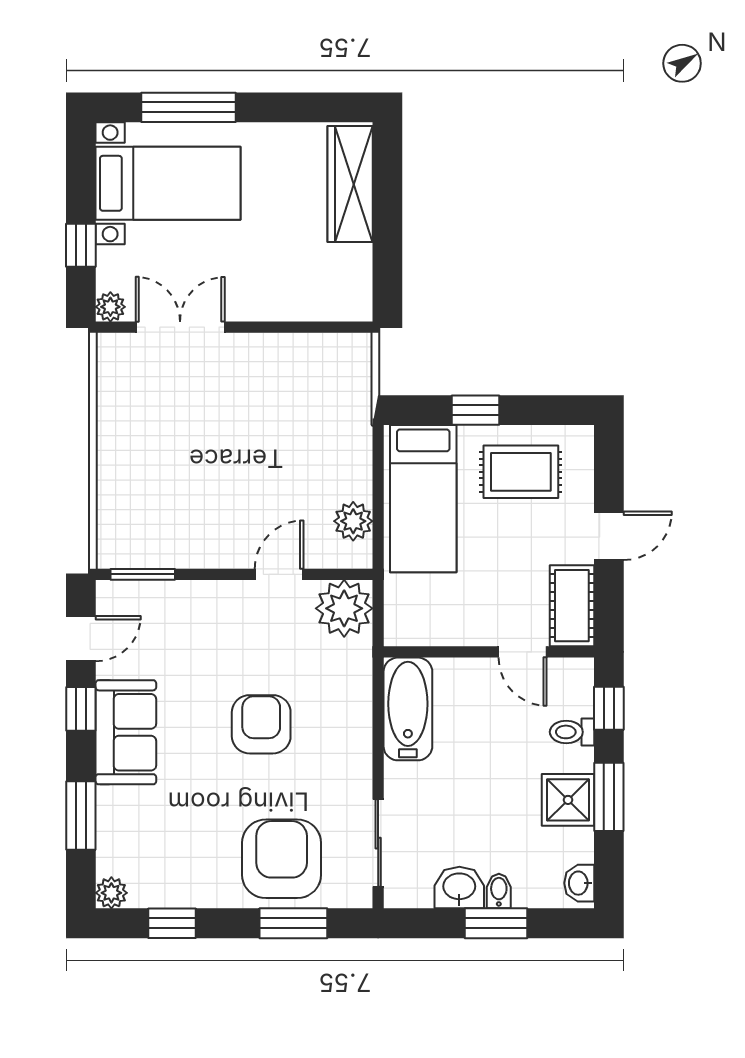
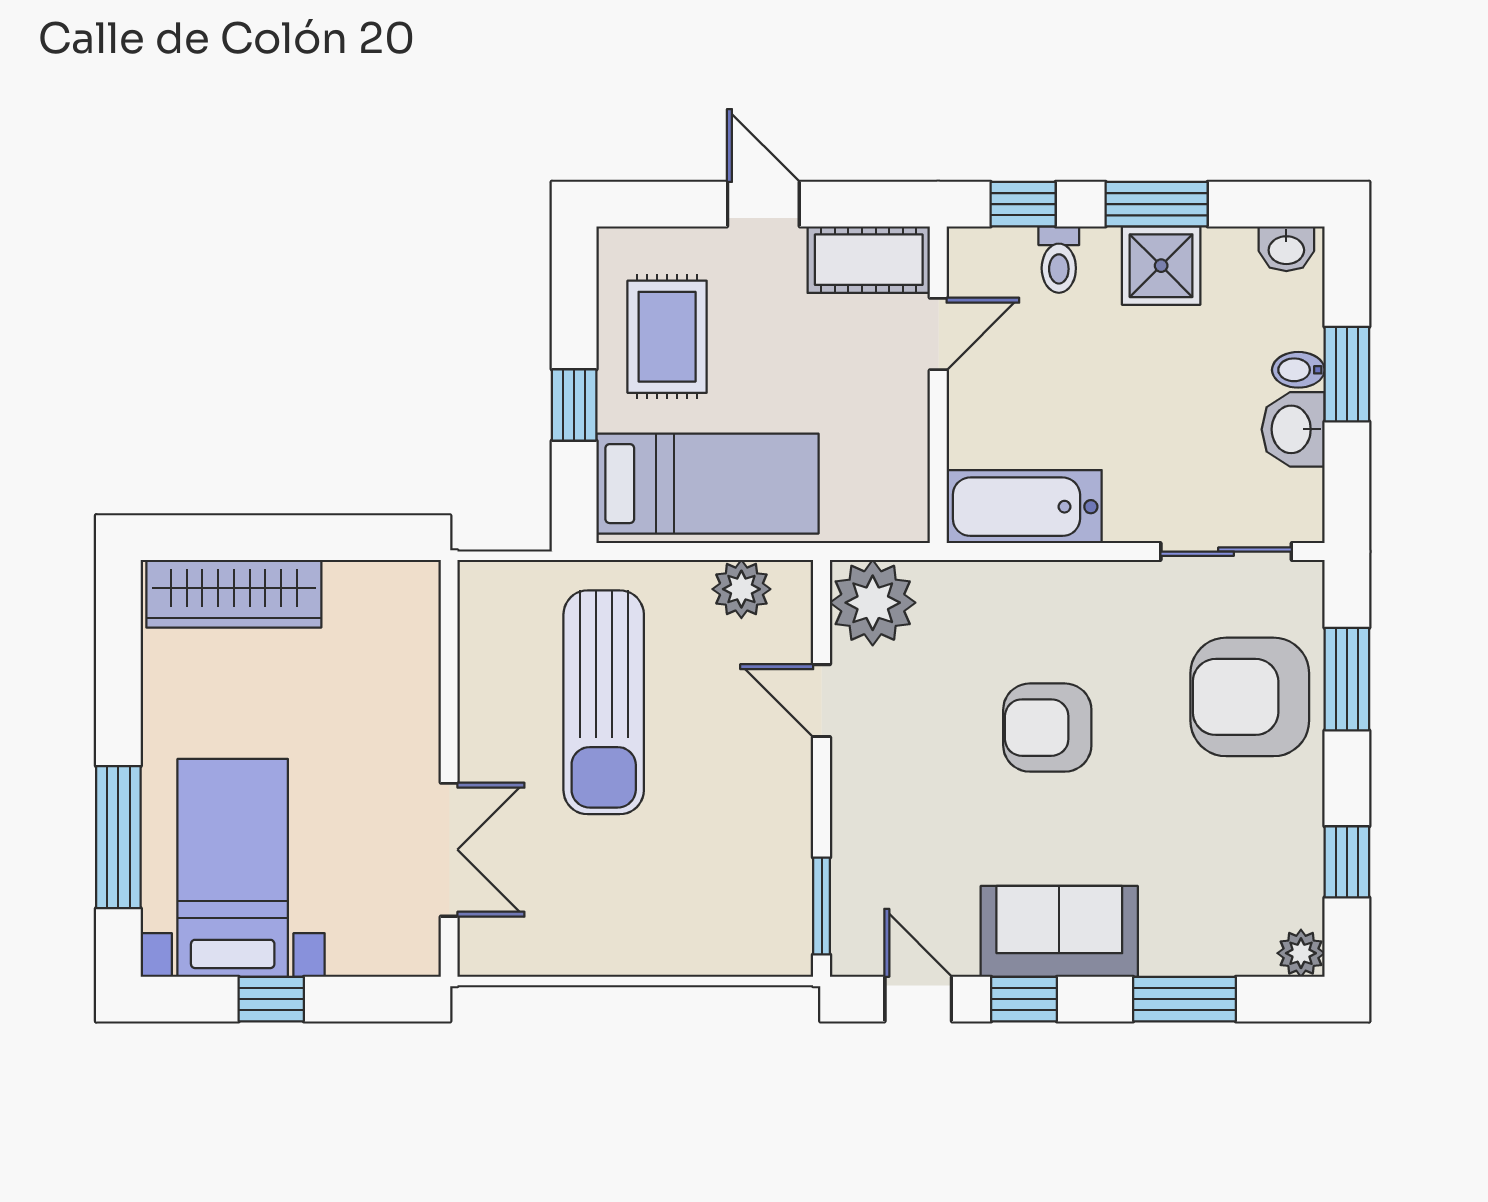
window: (81, 245) -> (271, 999), moved
plant: (110, 307) -> (419, 955), removed
double door: (180, 327) -> (449, 850), swing flipped
sun lounger: (278, 430) -> (604, 702), added

